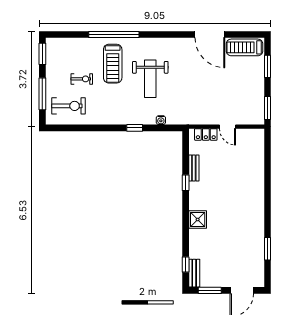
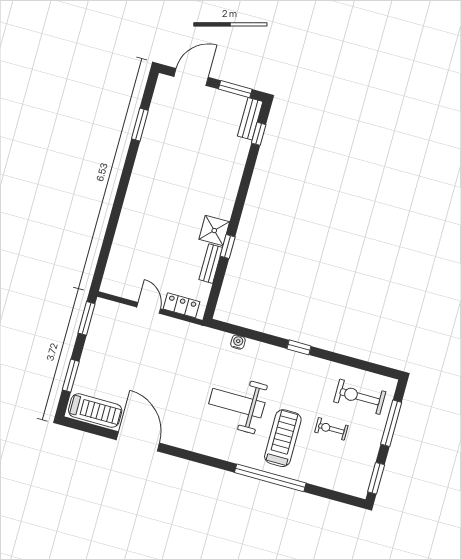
weight bench: (150, 79) -> (237, 403), turned -90
window: (135, 128) -> (299, 347), moved
shower: (198, 220) -> (214, 231), moved

